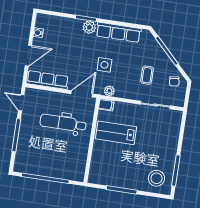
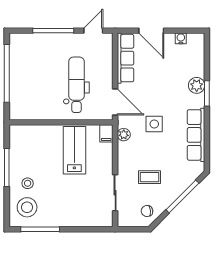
plant: (89, 27) -> (197, 85), moved
stool: (137, 175) -> (28, 183), added

